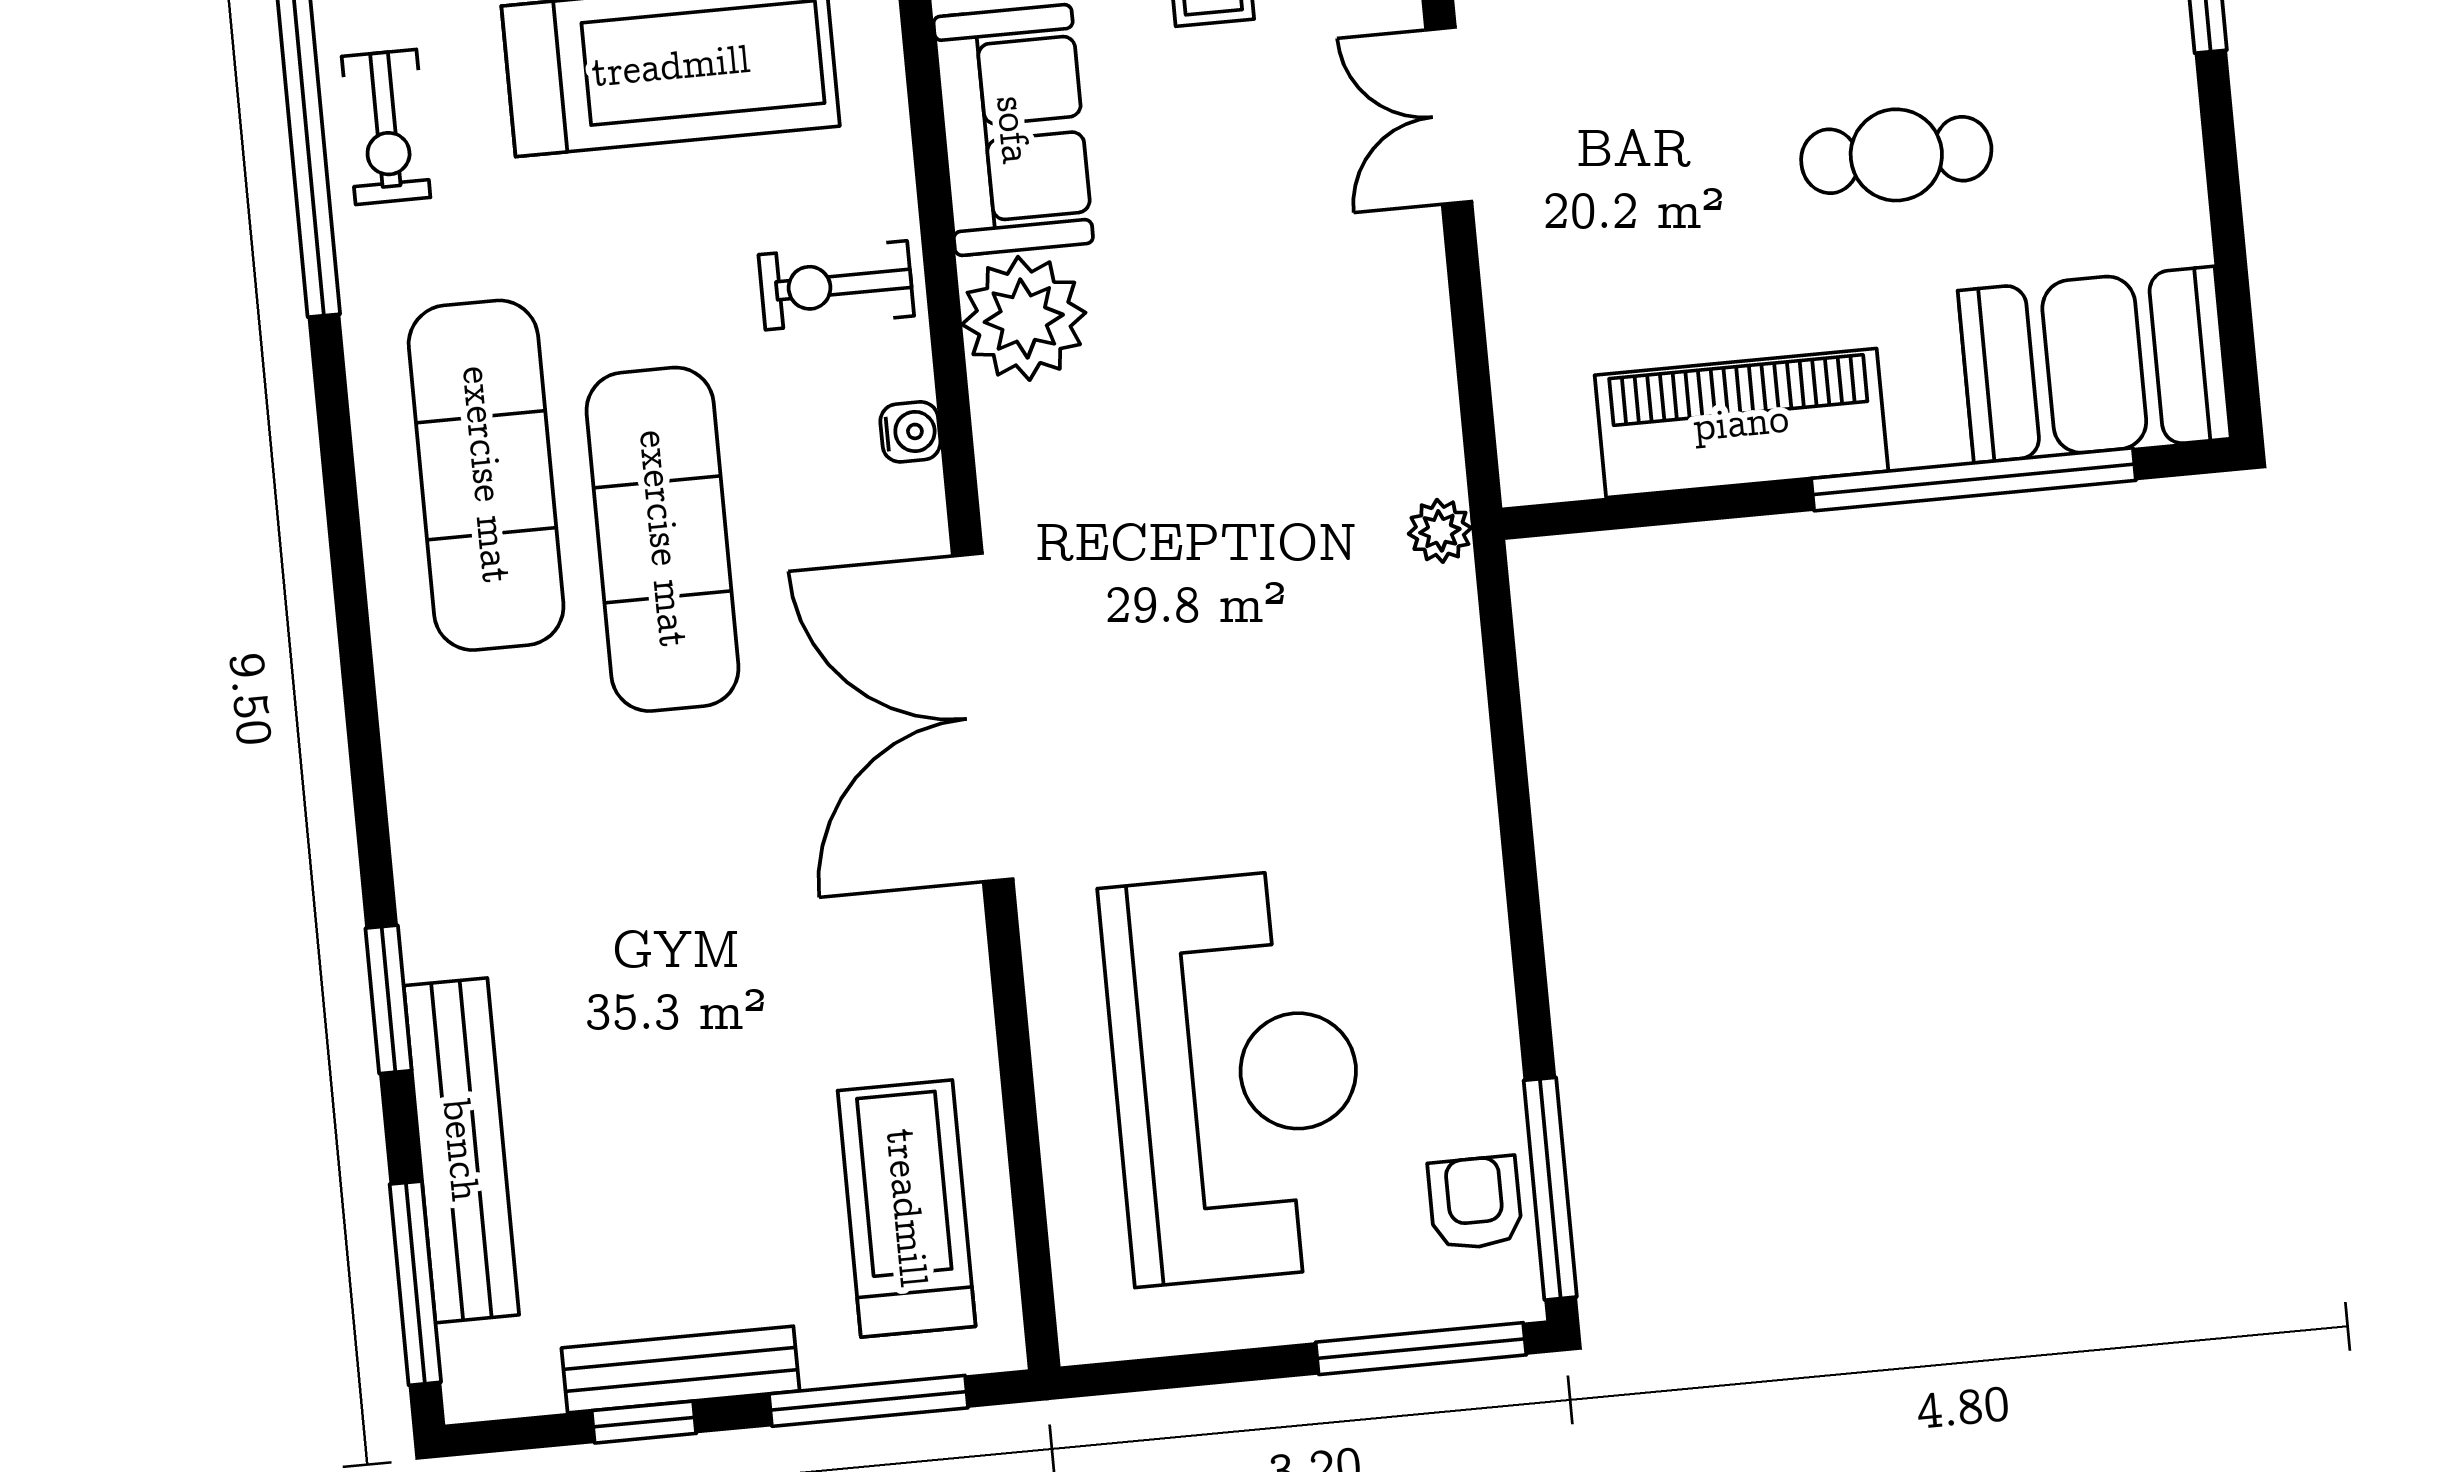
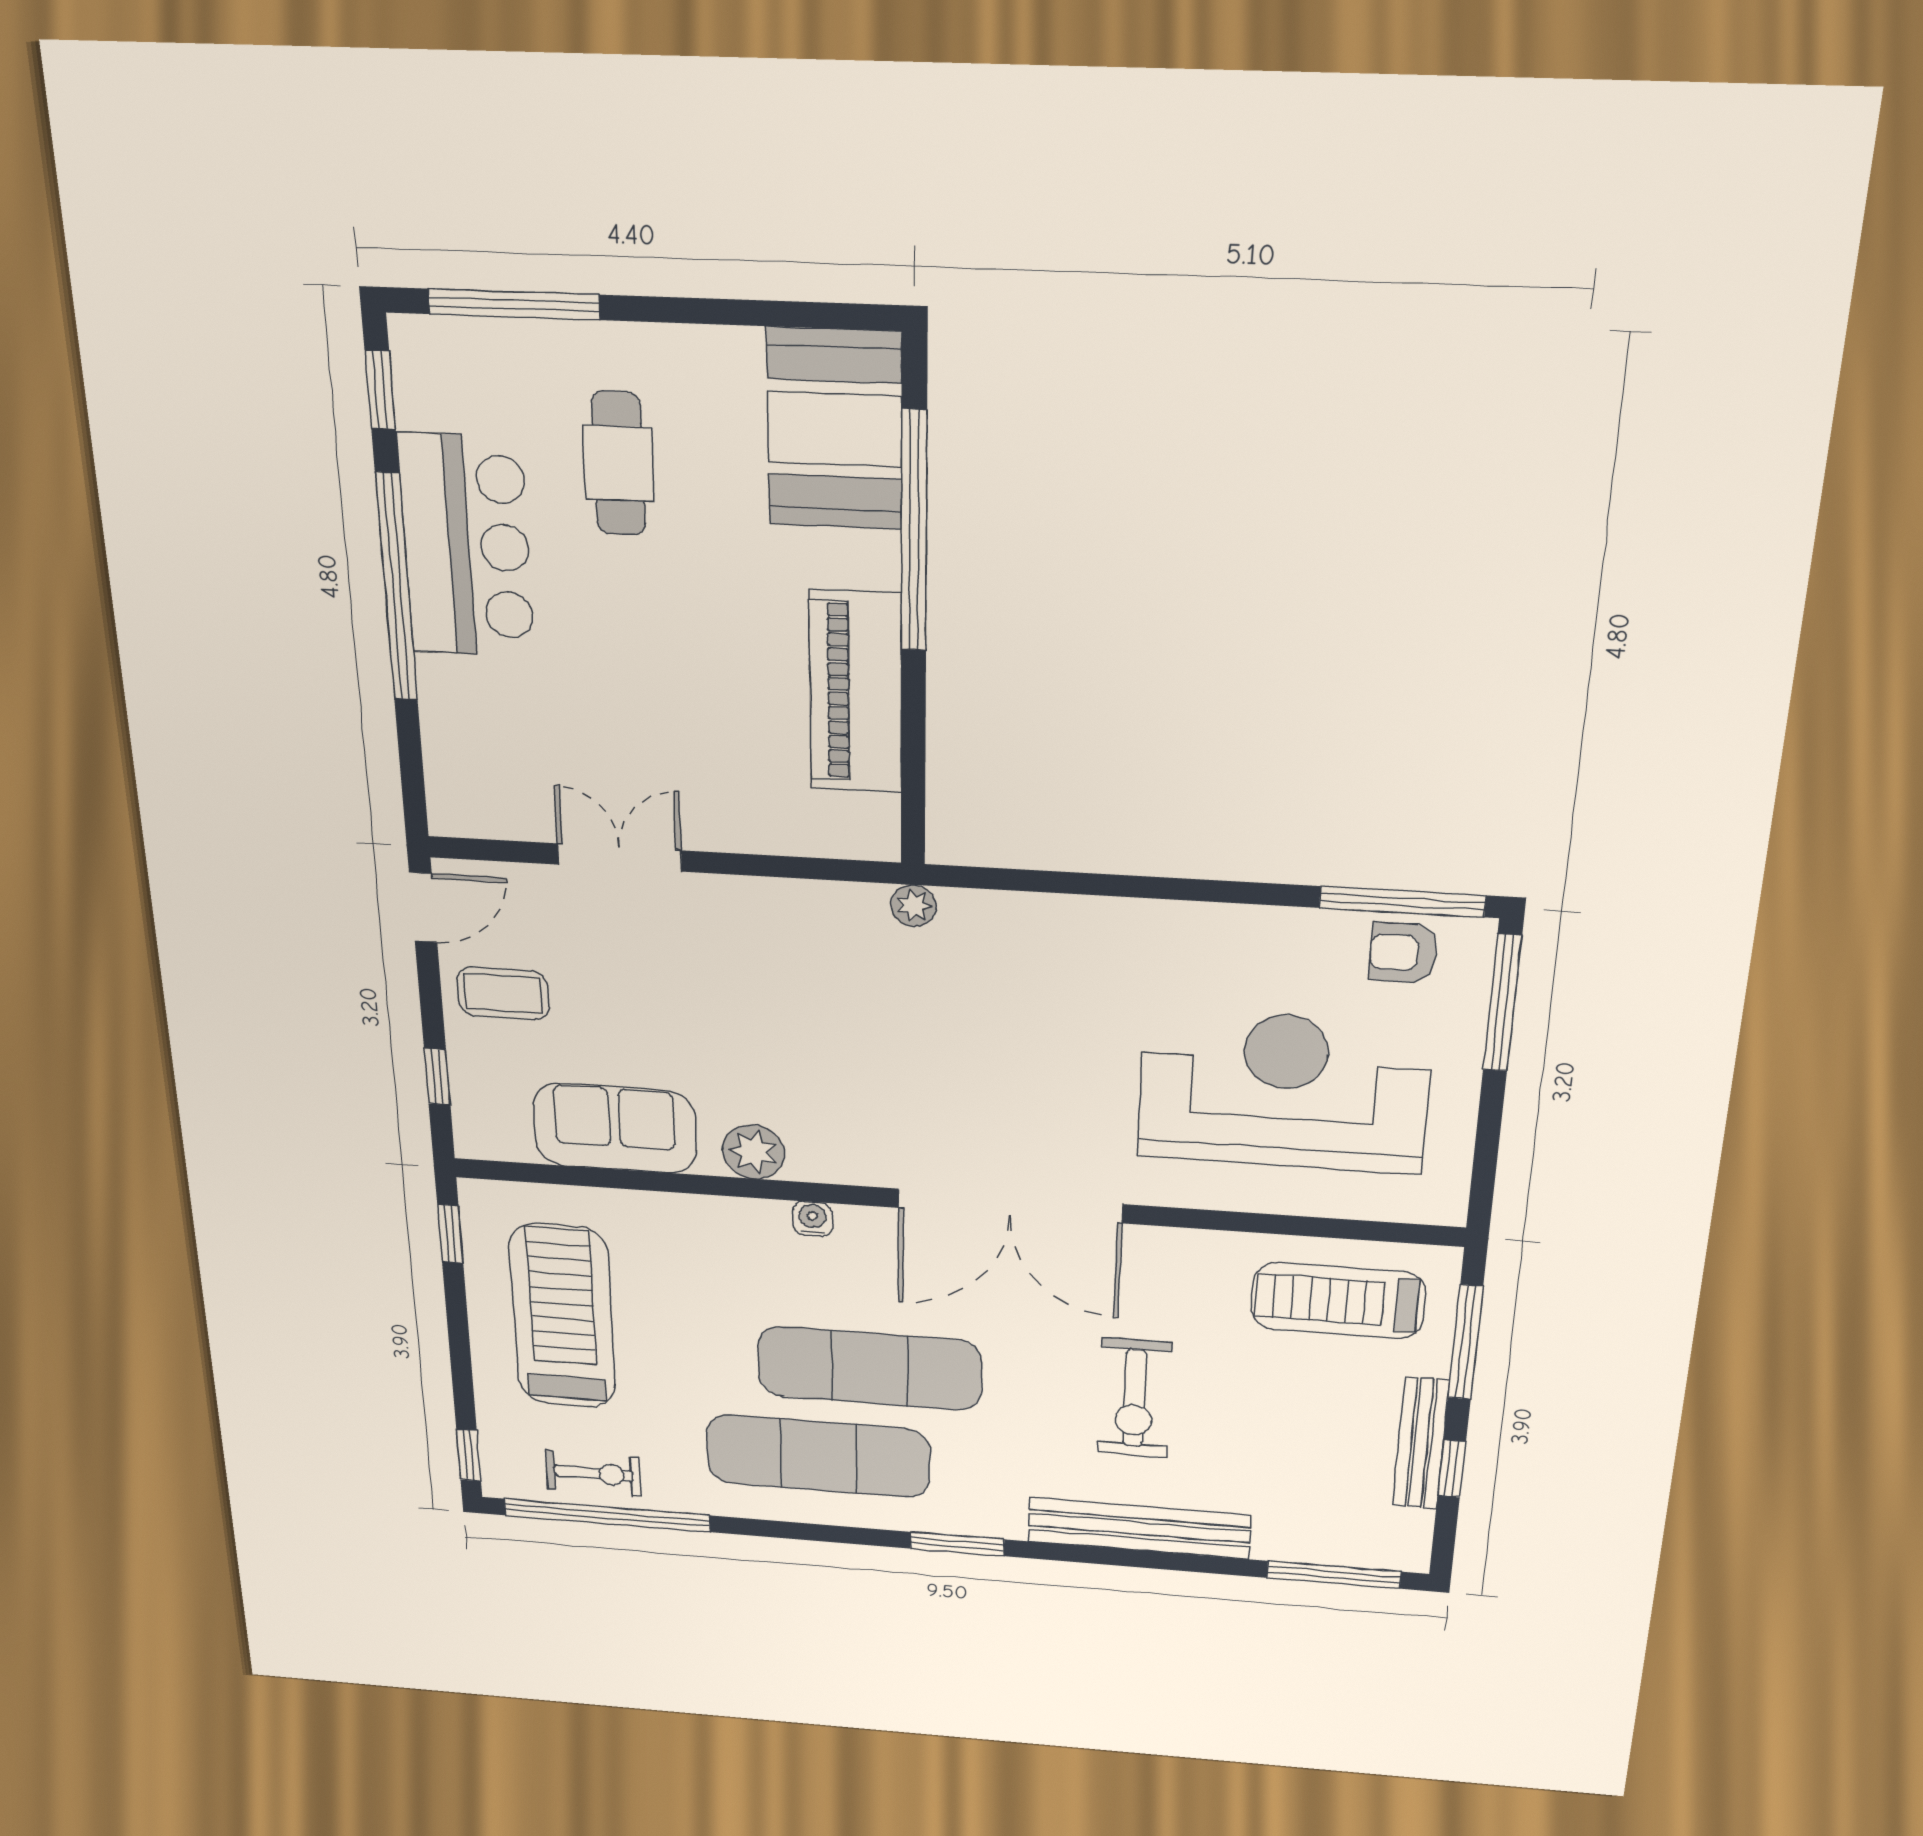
double door: (1449, 116) -> (620, 858), swing flipped
cafe table: (1896, 155) -> (618, 464), moved
exercise bike: (836, 285) -> (1134, 1398), moved, width x1.38, depth x1.39
plant: (1024, 318) -> (754, 1152), width x0.73, depth x0.73
window: (388, 999) -> (957, 1544), moved
bench: (461, 1150) -> (1139, 1528), moved

